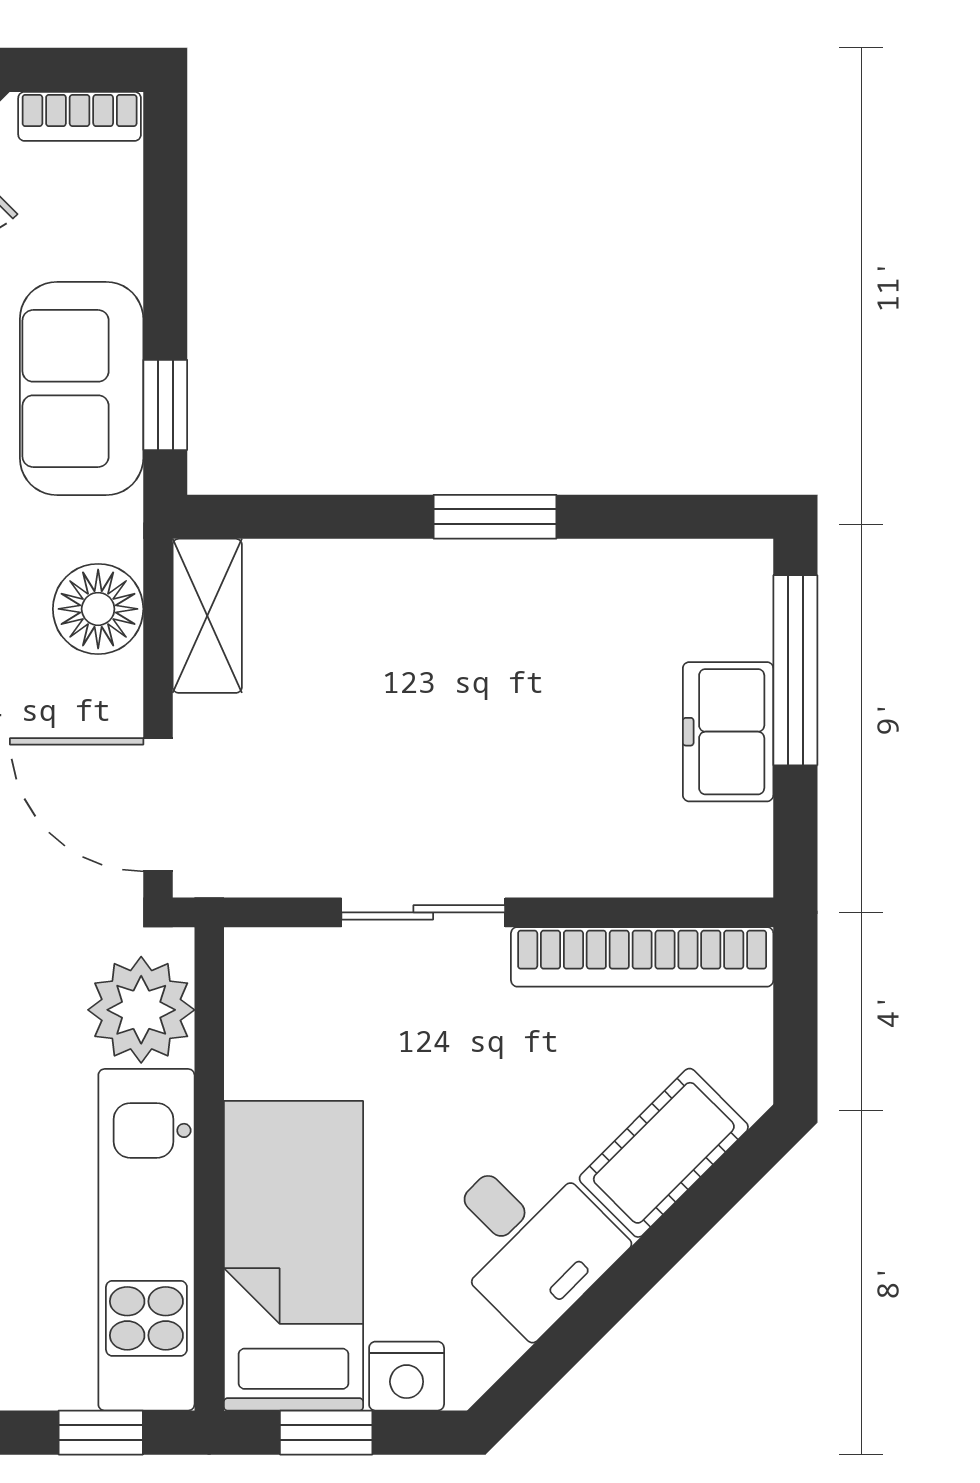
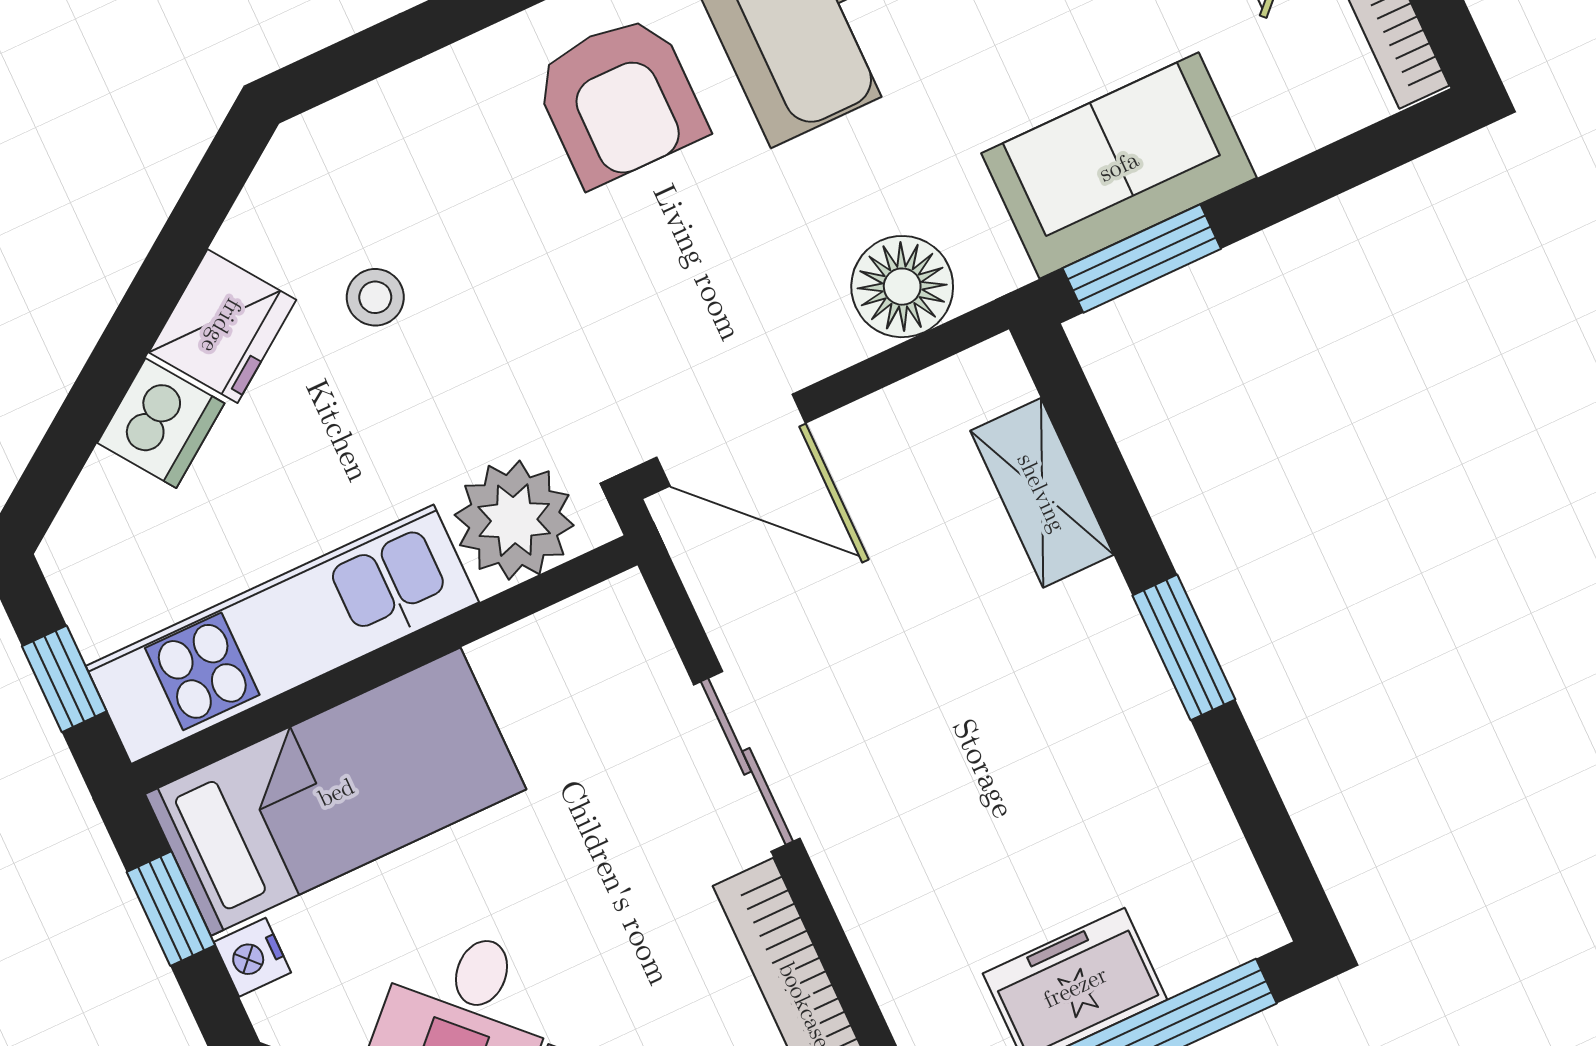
window: (165, 405) -> (1142, 259), width x1.50
shelving: (207, 616) -> (1042, 493), moved, turned 90
door: (158, 805) -> (731, 440), swing flipped
nightstand: (407, 1376) -> (252, 957), width x0.72, depth x0.74

